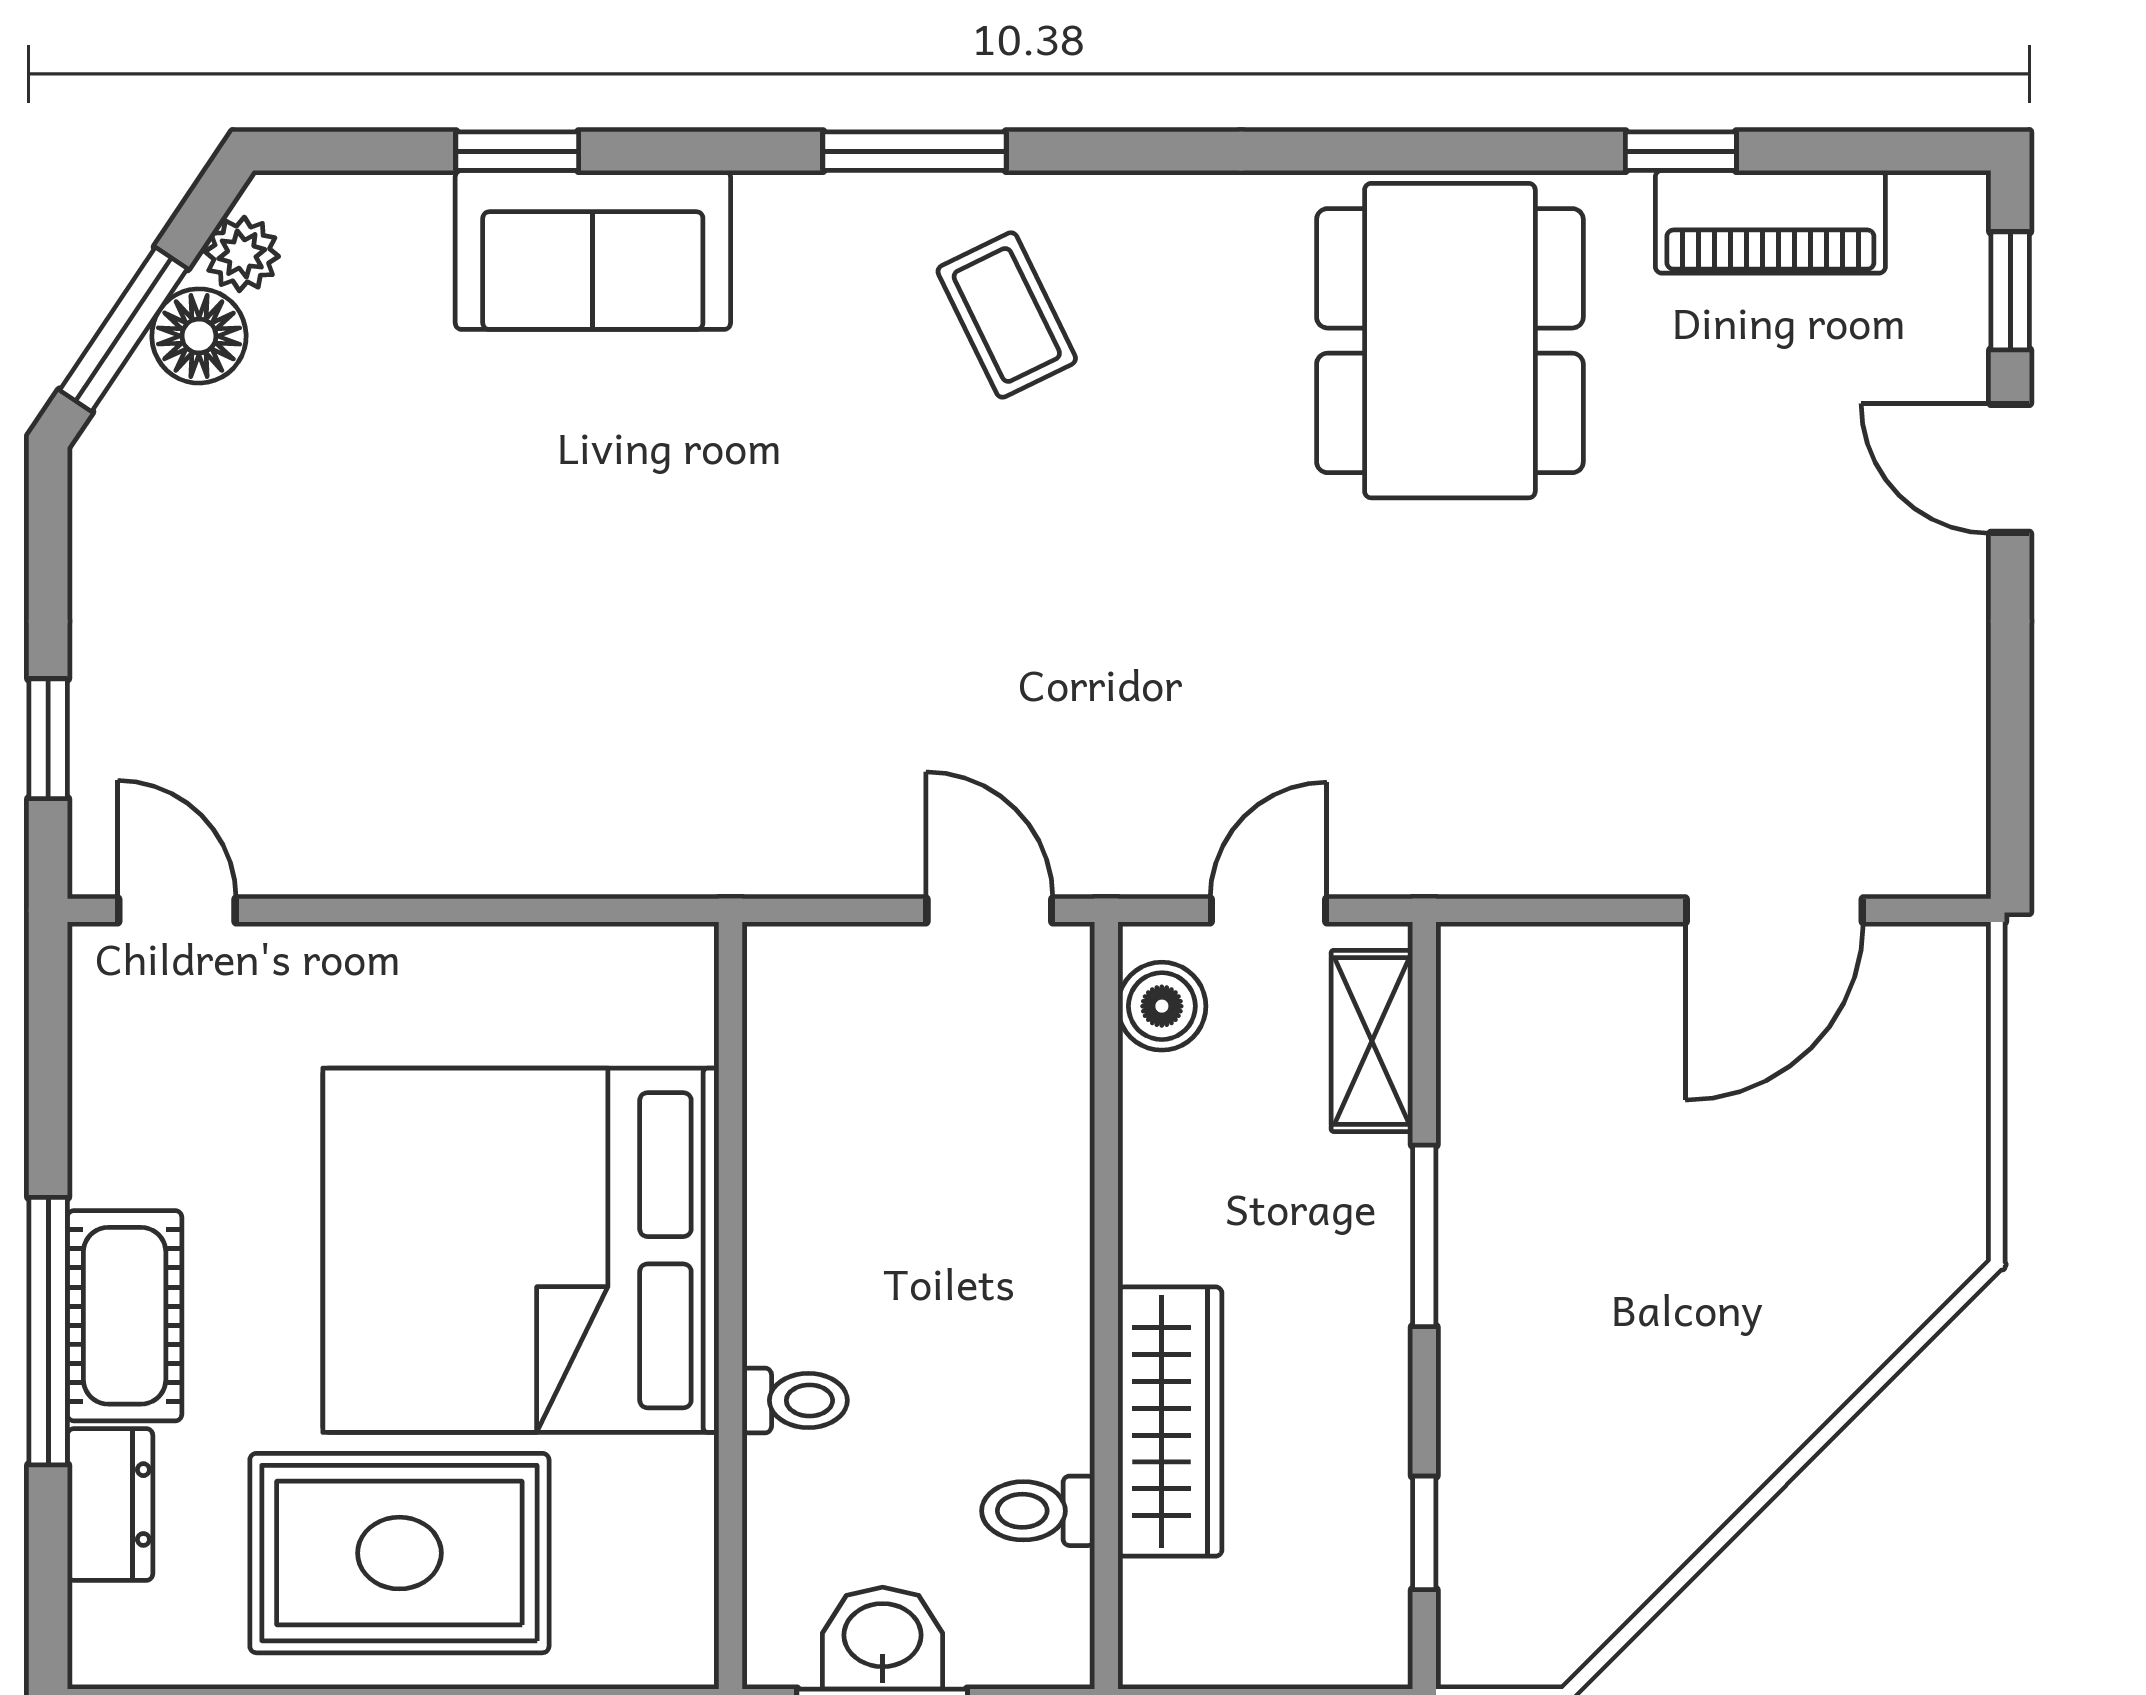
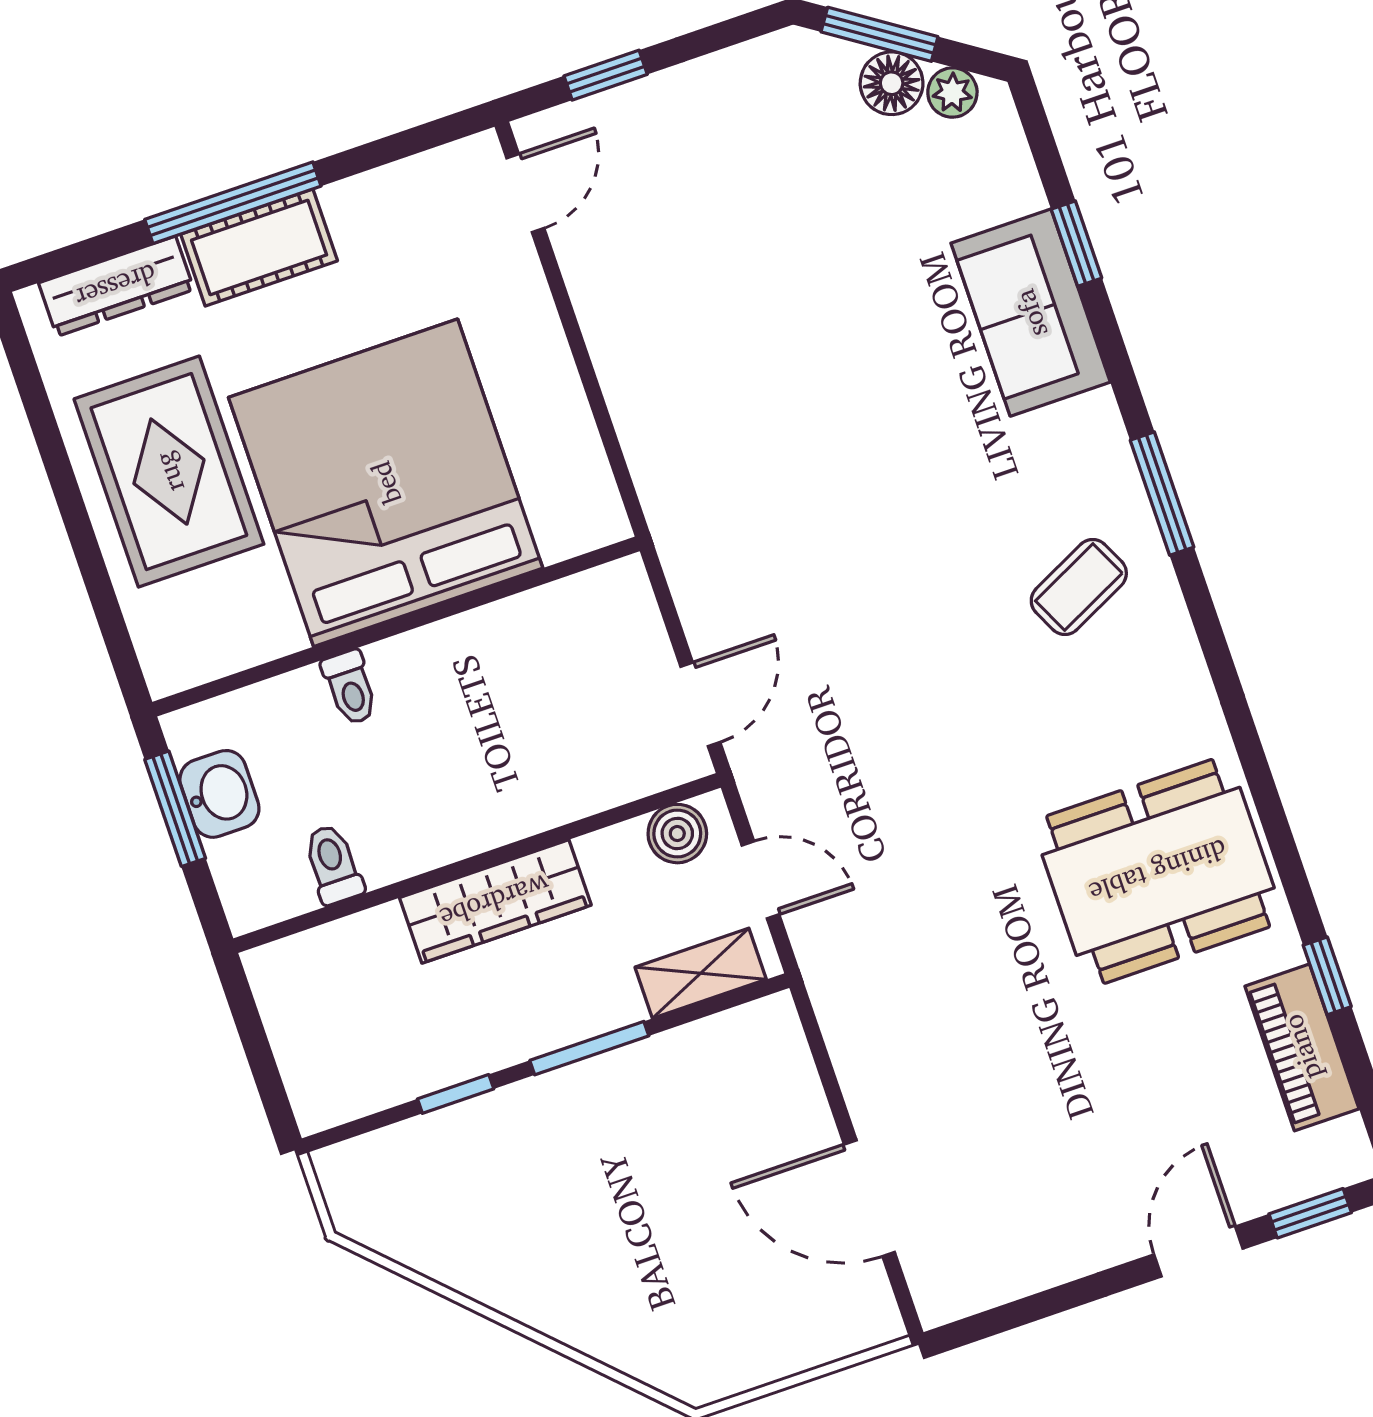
wardrobe: (1170, 1422) -> (495, 901), moved
dresser: (110, 1505) -> (116, 286), width x1.44
window: (1424, 1533) -> (456, 1094), moved

